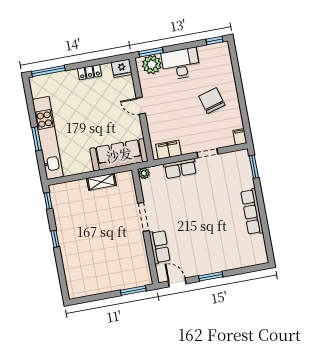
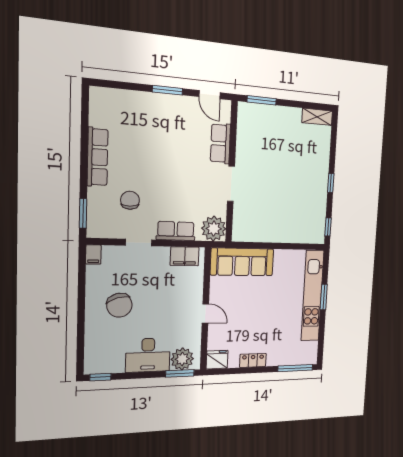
plant: (144, 173) -> (214, 229), width x1.87, depth x1.87
shelving: (101, 182) -> (317, 117), moved
chair: (221, 185) -> (130, 200), added

